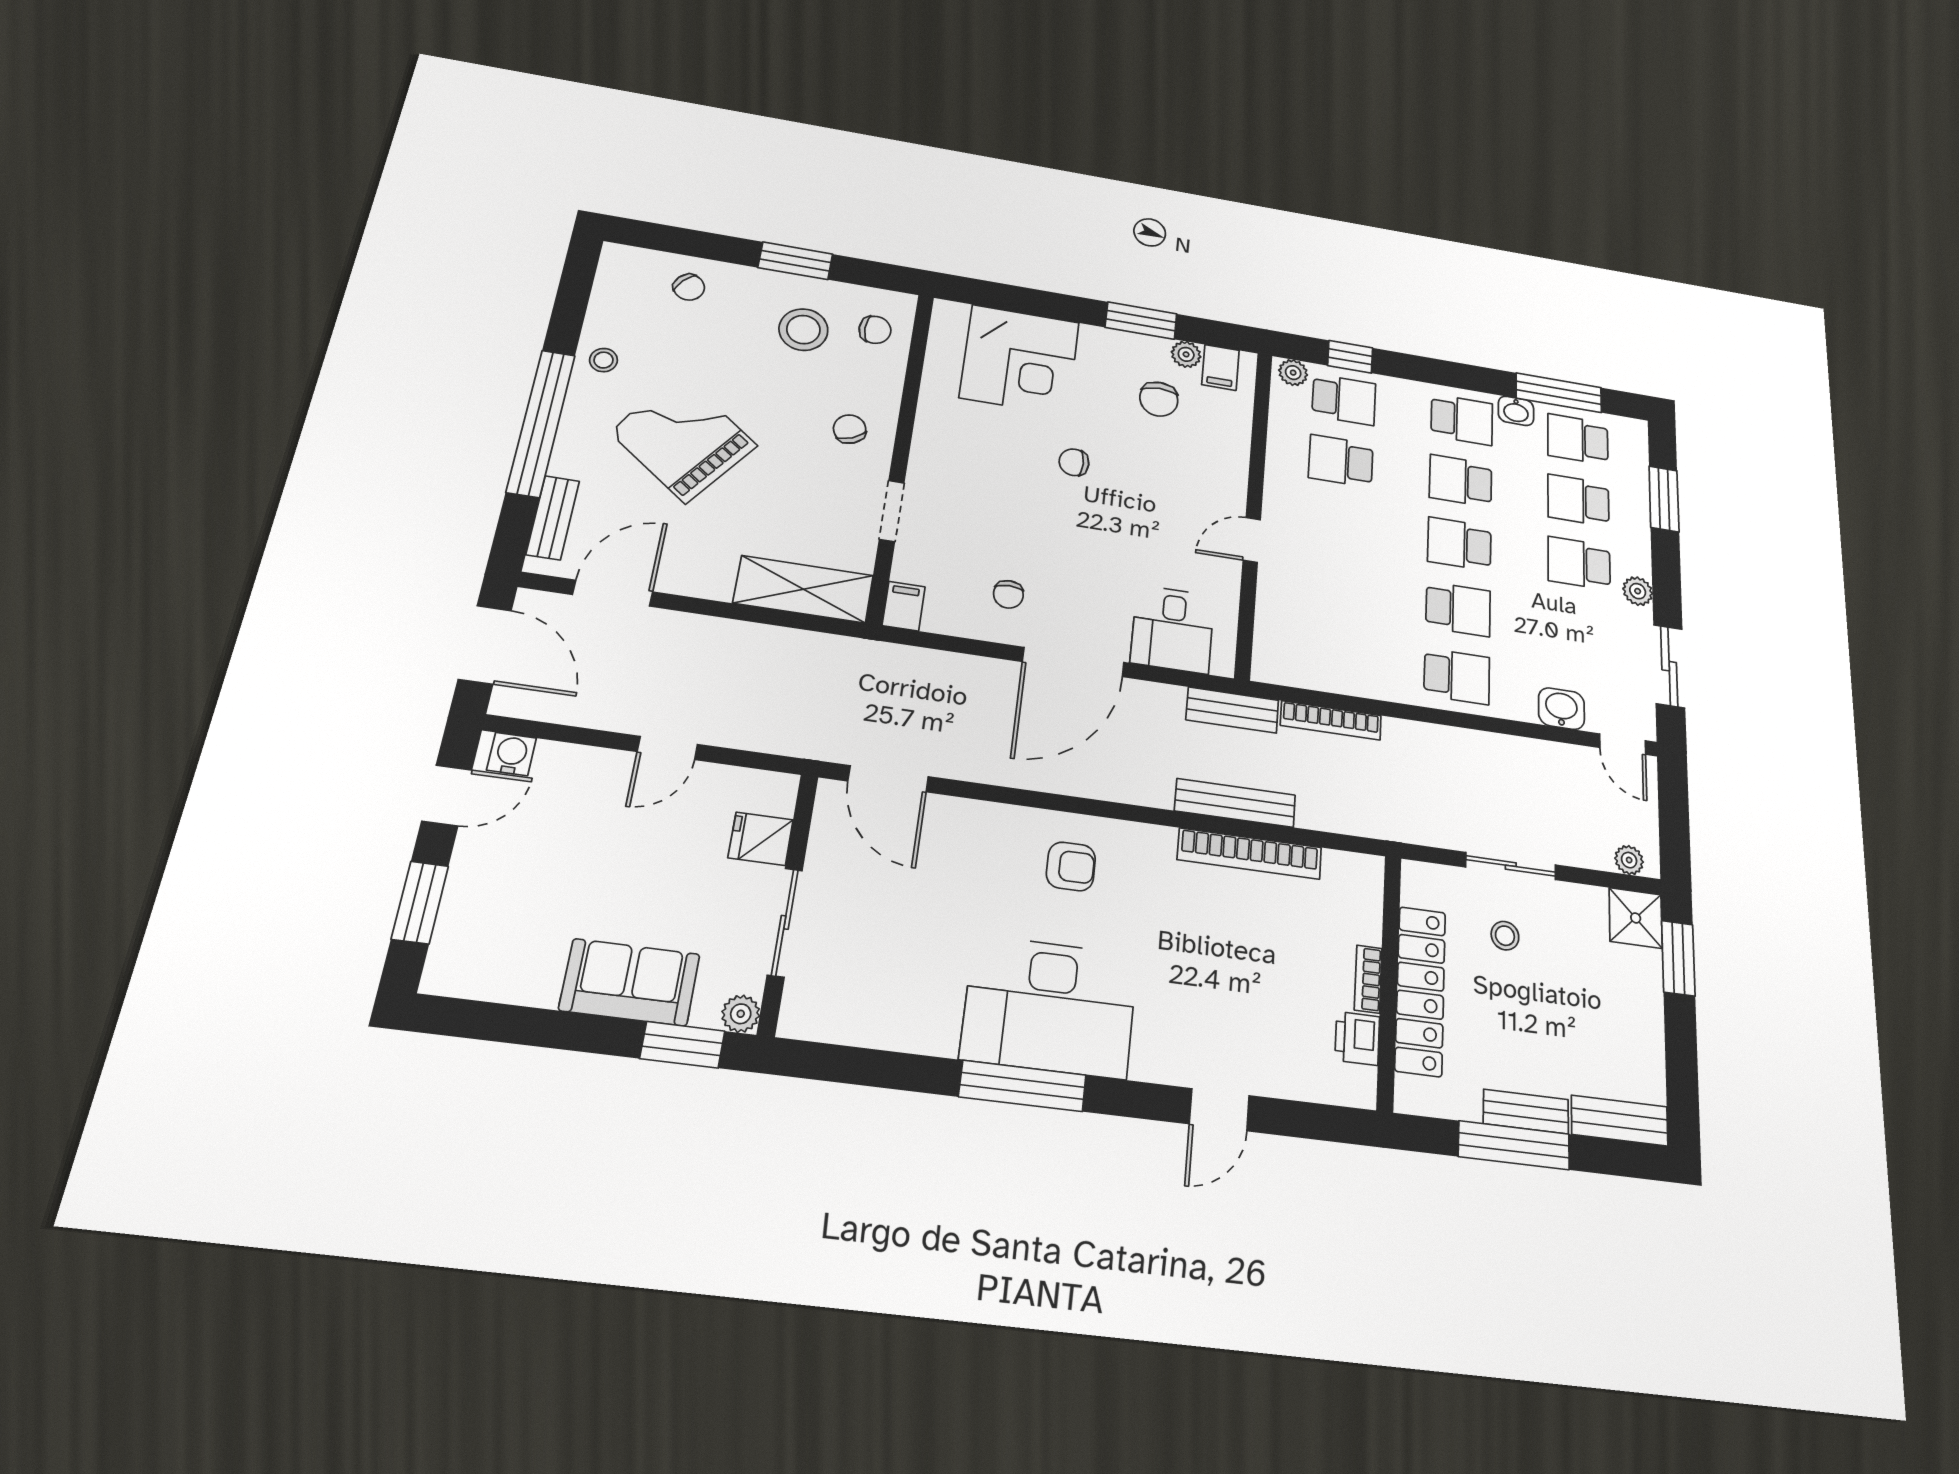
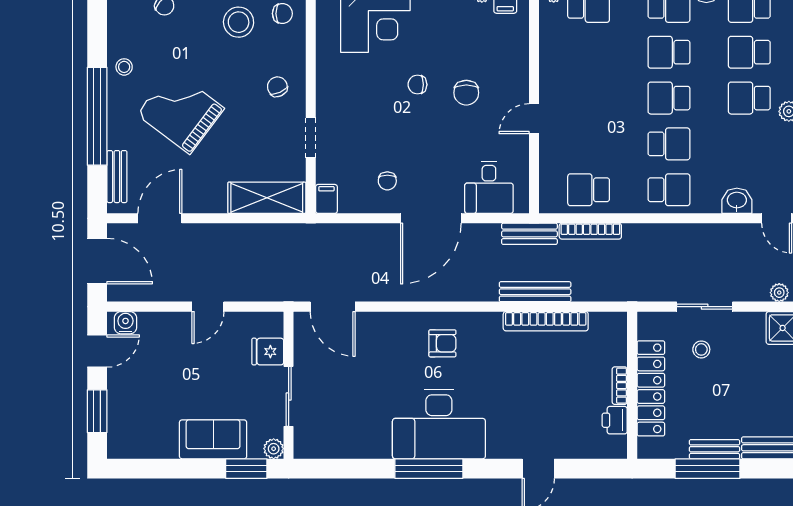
chair: (1159, 399) -> (466, 93), moved
school desk: (1341, 461) -> (589, 190), moved

